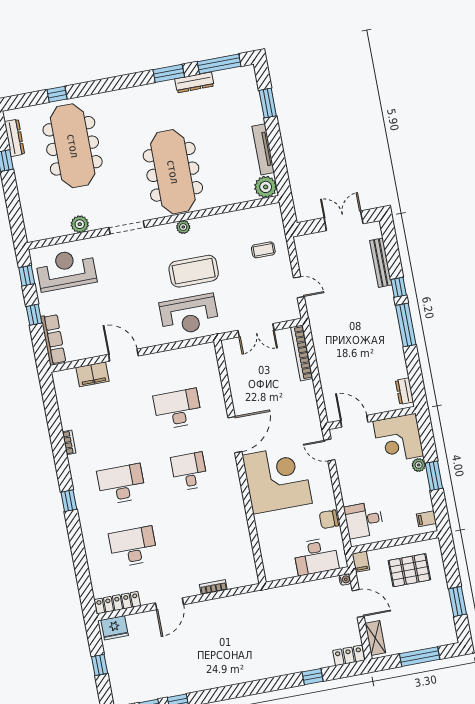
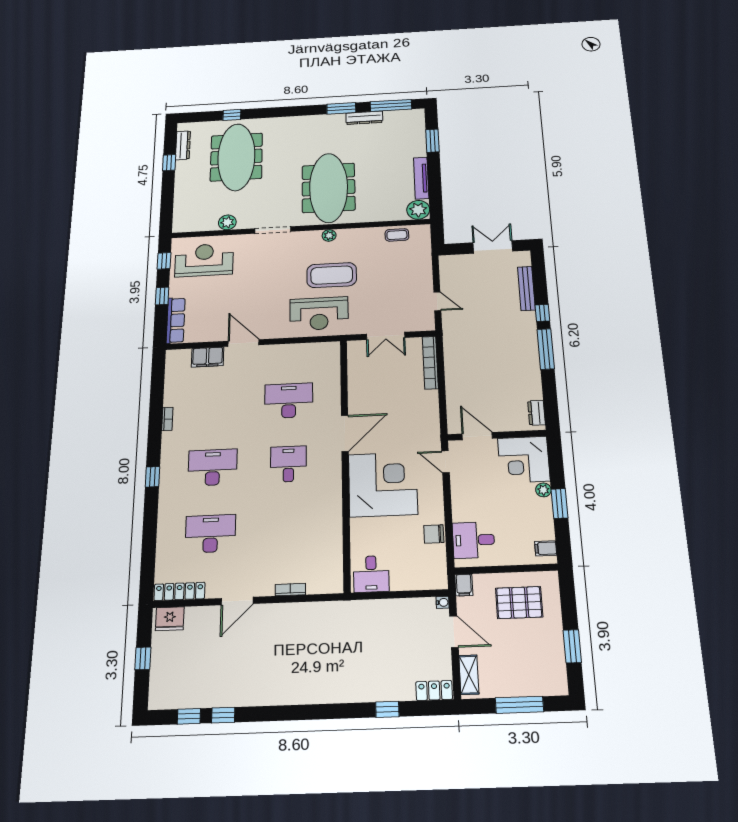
coffee table: (263, 250) -> (397, 235), moved
desk: (316, 557) -> (371, 574), moved, width x0.73

